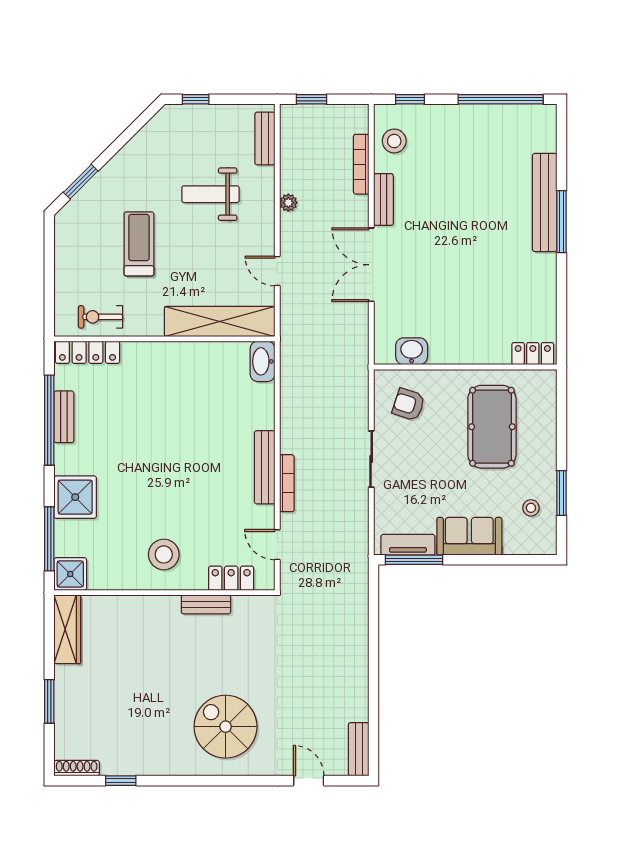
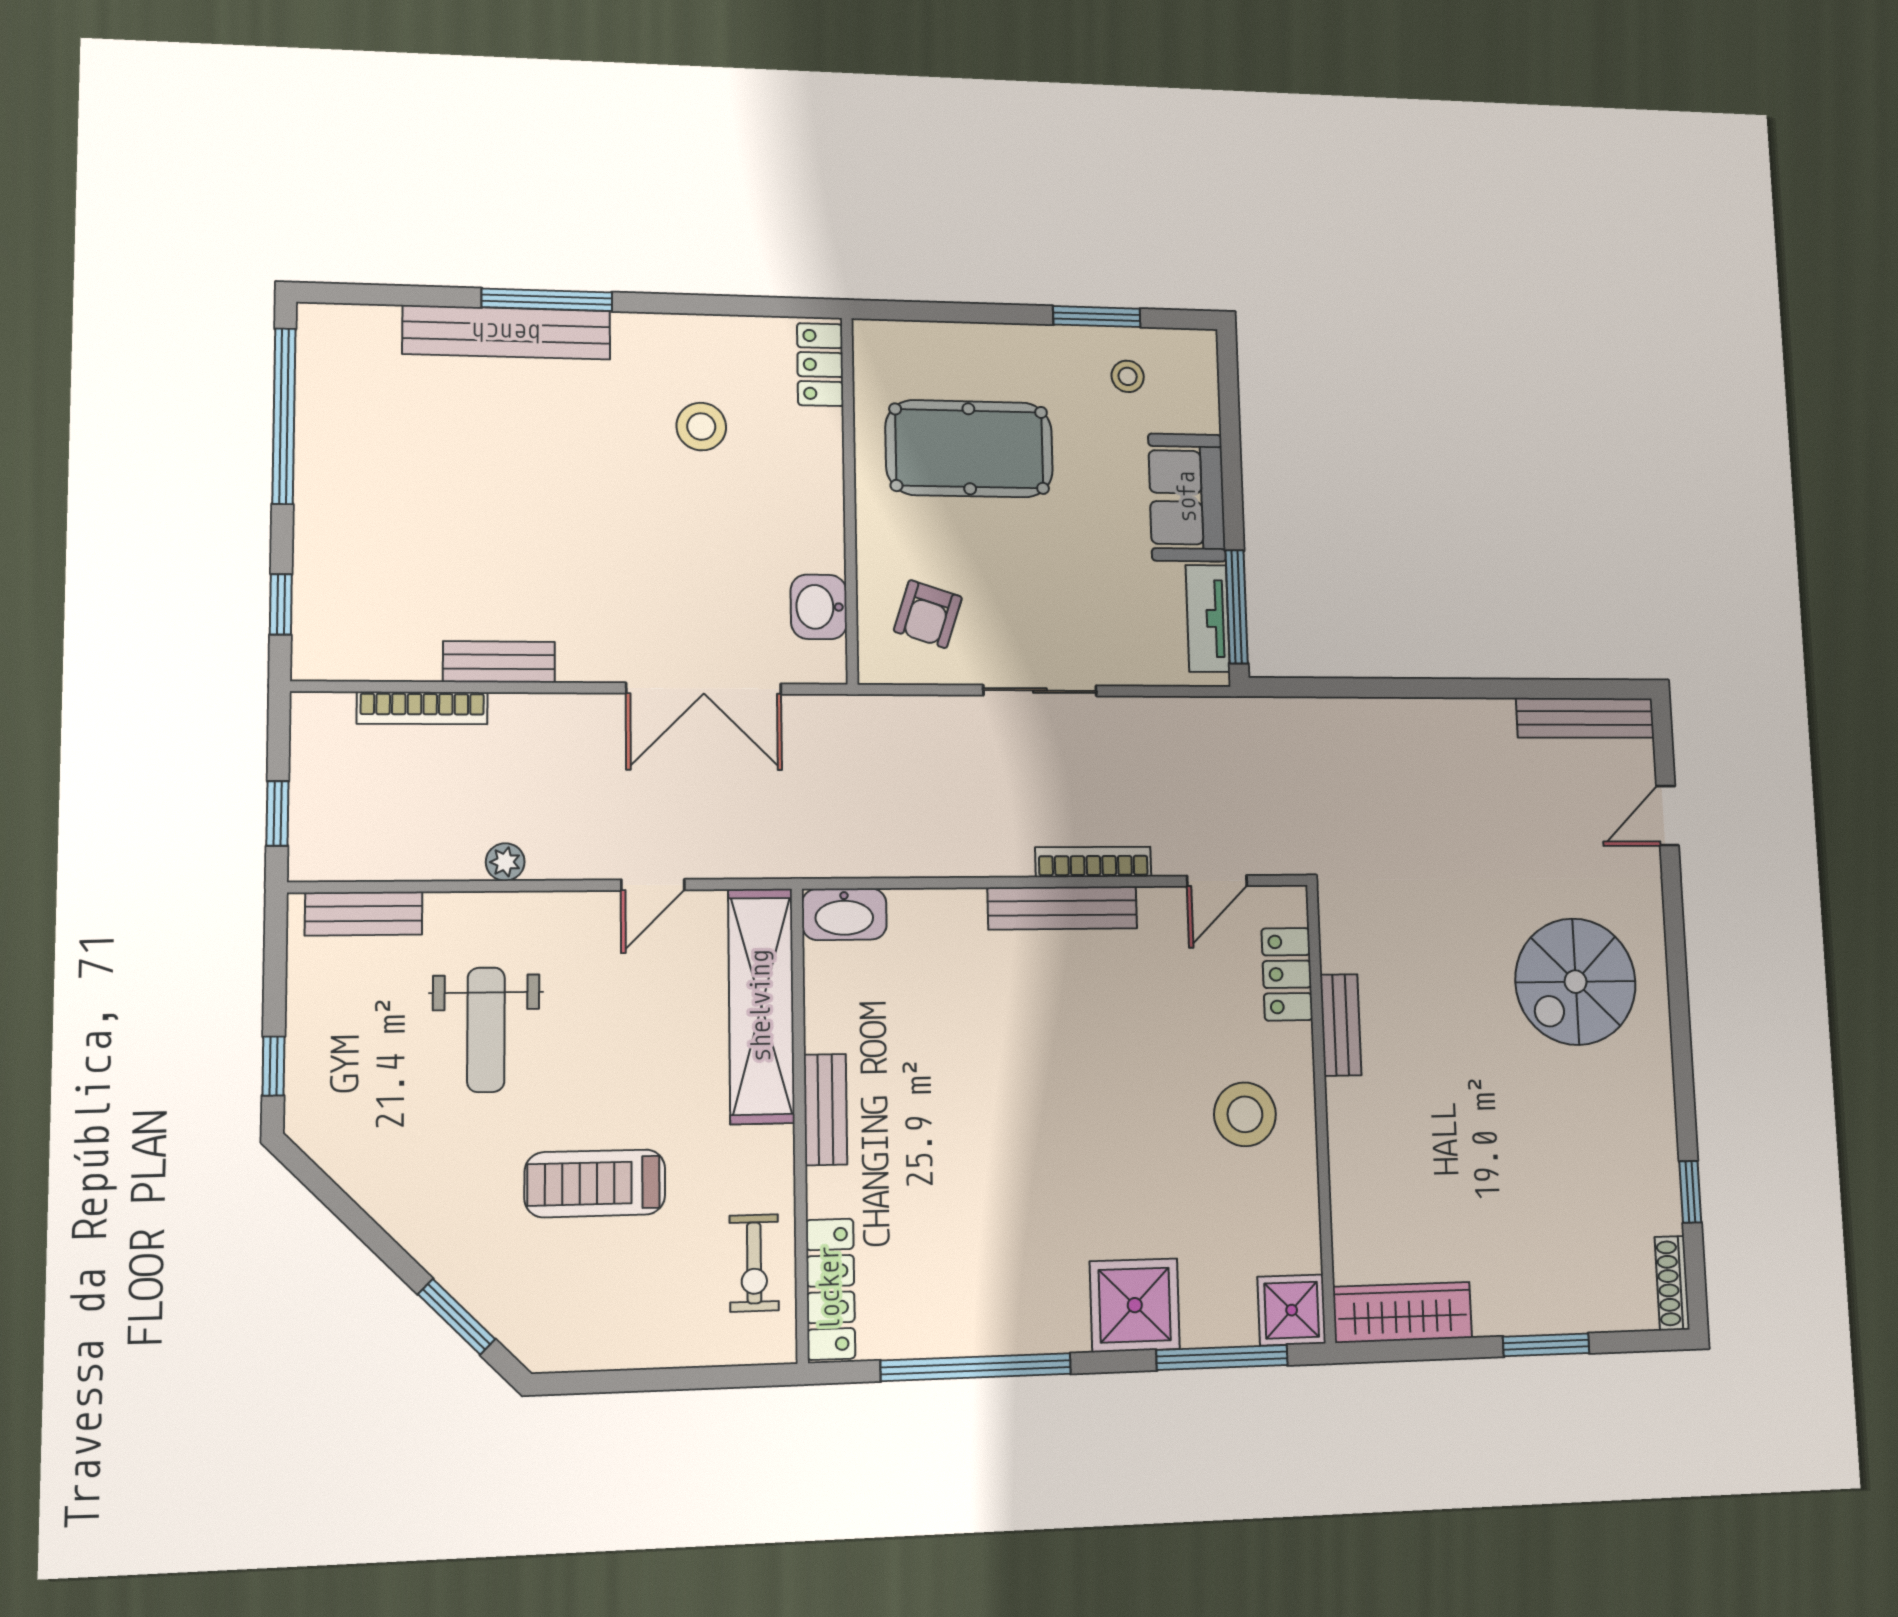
stool: (394, 141) -> (701, 427), moved
double door: (371, 265) -> (704, 689), moved
bench: (64, 417) -> (825, 1110), moved, turned 90
bench: (359, 749) -> (1585, 718), width x1.36

